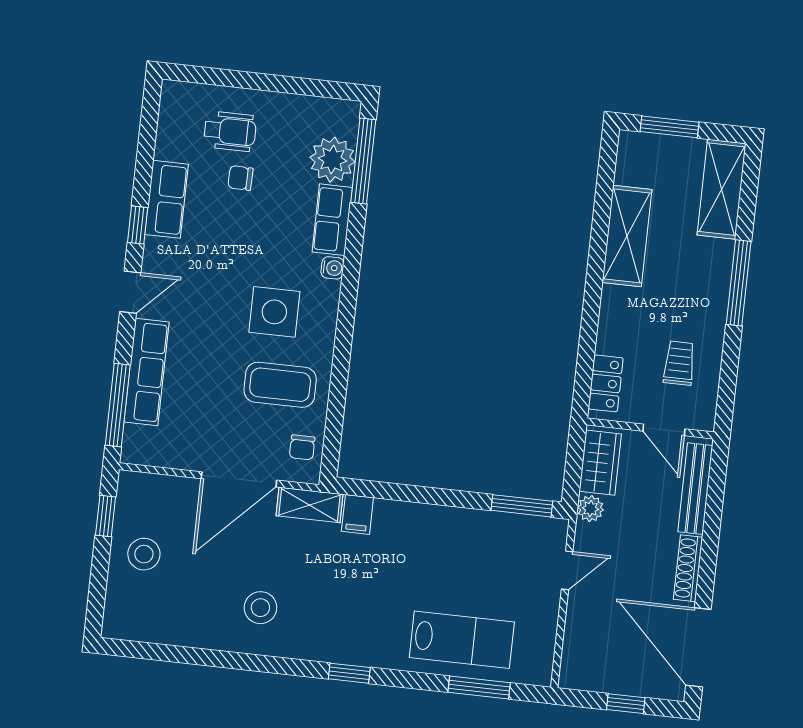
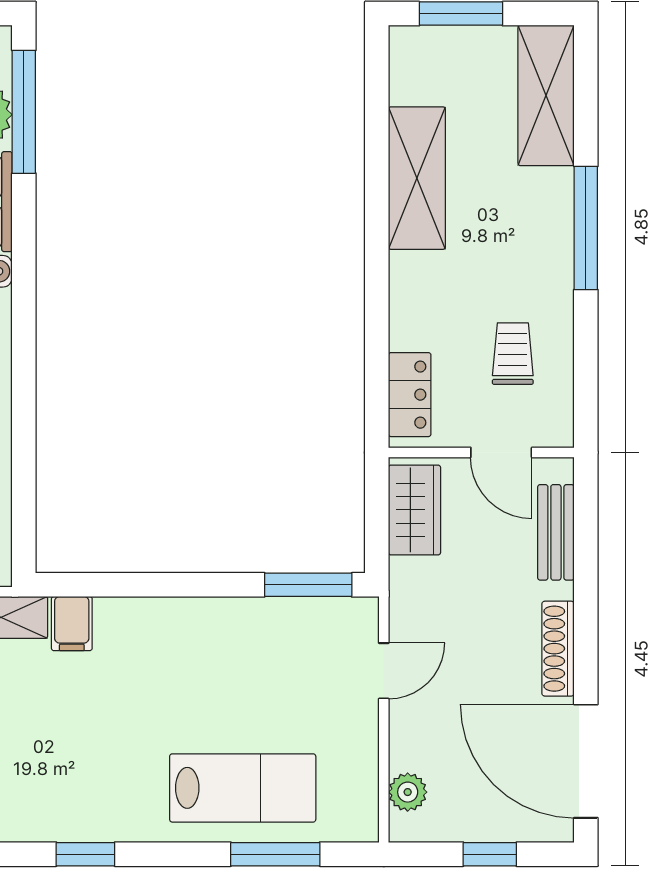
bench: (695, 489) -> (556, 532), width x0.73
plant: (590, 509) -> (408, 792), moved

